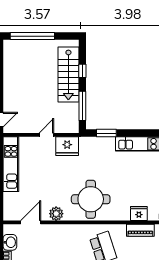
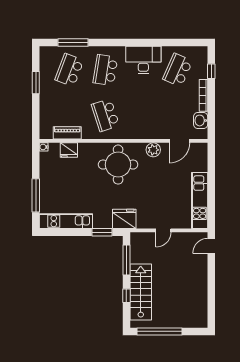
window: (32, 36) -> (159, 331), moved
fridge: (67, 146) -> (124, 219), moved

